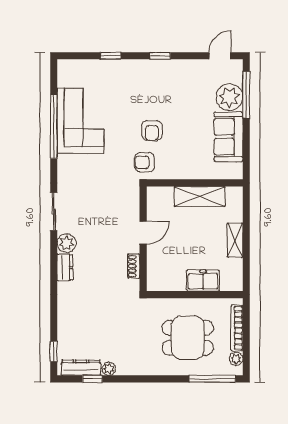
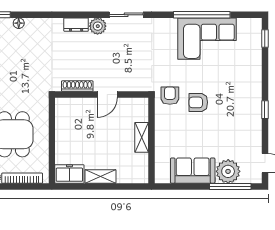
window: (111, 56) -> (265, 38), moved
shelving: (200, 196) -> (142, 137), width x0.67, depth x0.75
door: (143, 233) -> (107, 94), hinge flipped
shoe rack: (134, 266) -> (77, 86), width x1.43
freezer: (203, 281) -> (69, 174), moved, turned -90
floor lamp: (63, 332) -> (19, 23), added

